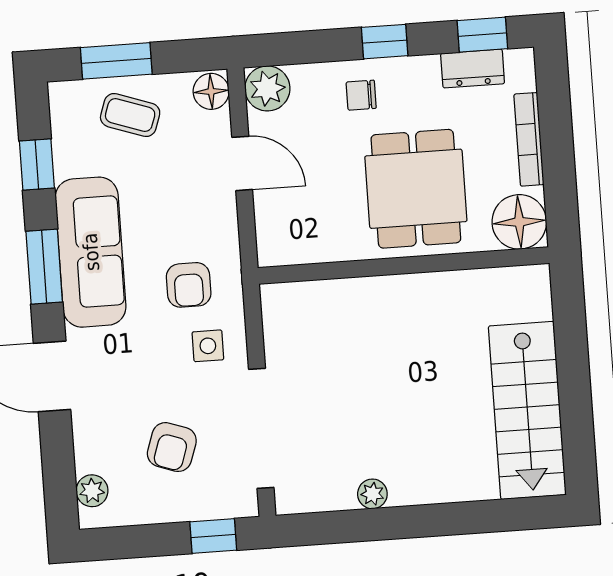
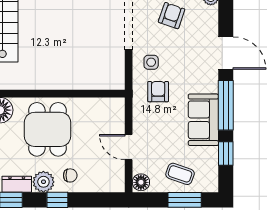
plant: (267, 88) -> (43, 182), moved
sofa: (91, 252) -> (203, 120), width x0.73
window: (44, 267) -> (226, 105), width x1.44

